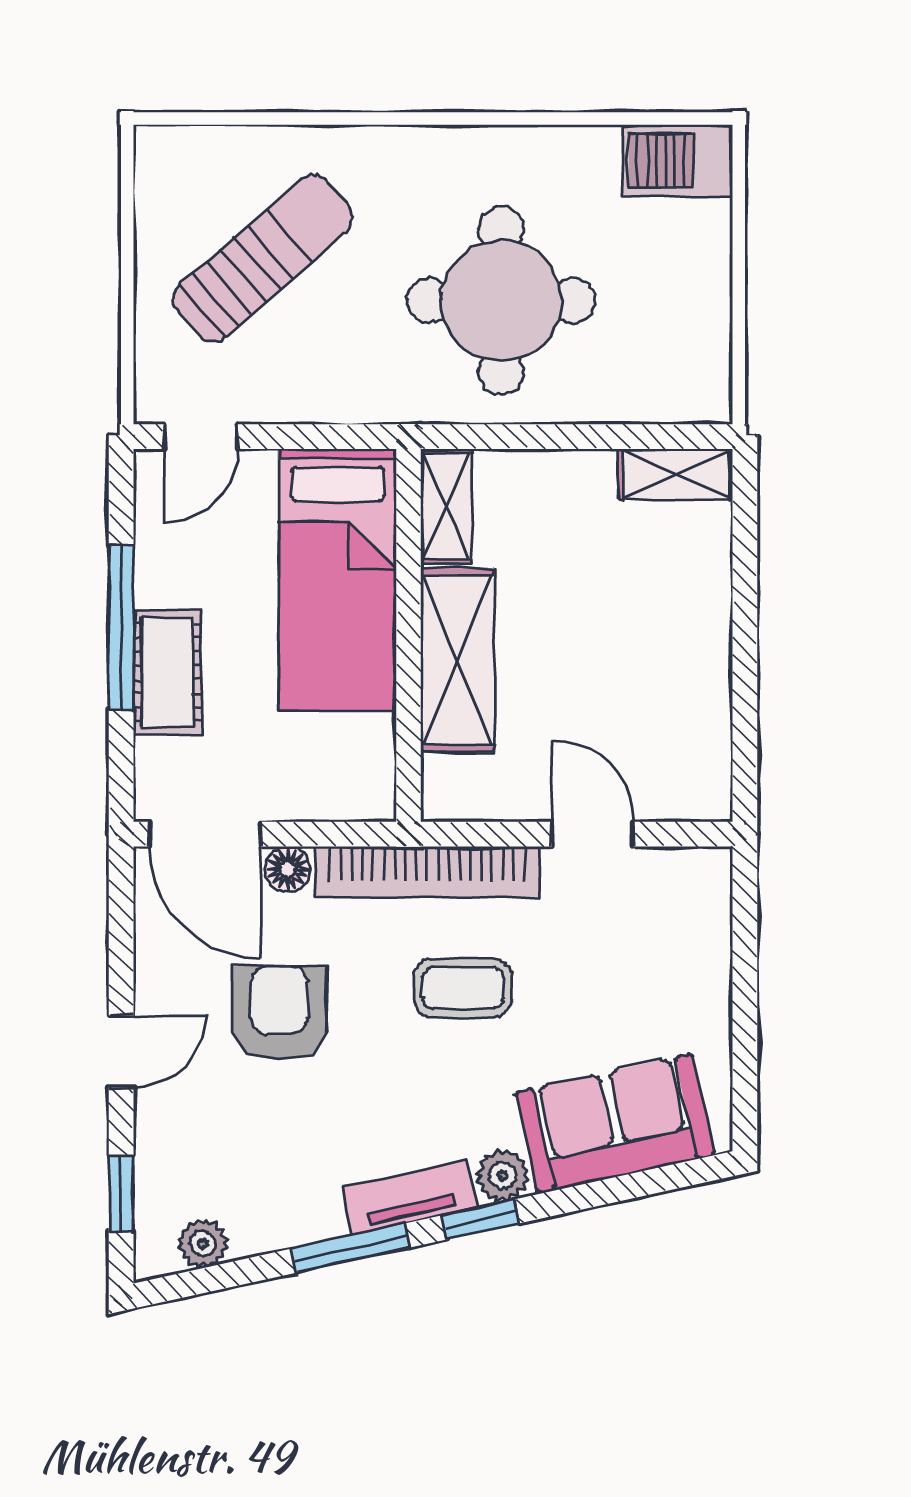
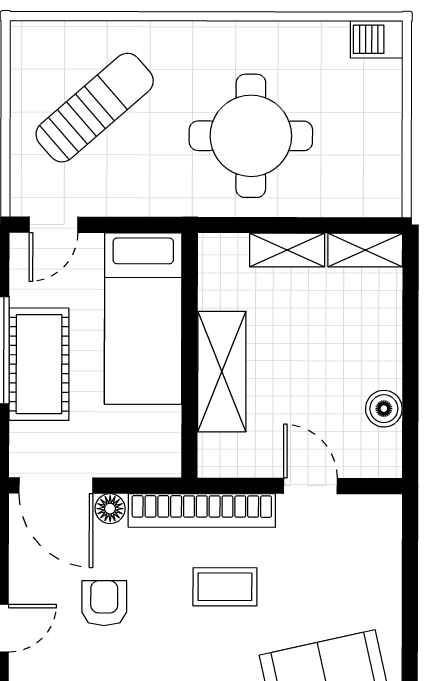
barbecue: (677, 161) -> (377, 39), width x0.73, depth x0.79
shelving: (446, 506) -> (287, 250), moved, turned 90
cot: (167, 672) -> (39, 364), width x1.37, depth x1.34
boiler: (705, 716) -> (384, 409), added
armchair: (279, 1013) -> (104, 603), width x0.72, depth x0.72

